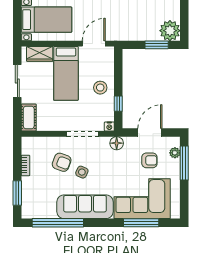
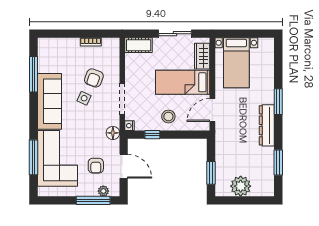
plant: (170, 31) -> (241, 186), moved
door: (94, 44) -> (212, 110), swing flipped
window: (17, 193) -> (63, 34), removed
window: (58, 223) -> (33, 74), width x0.68

